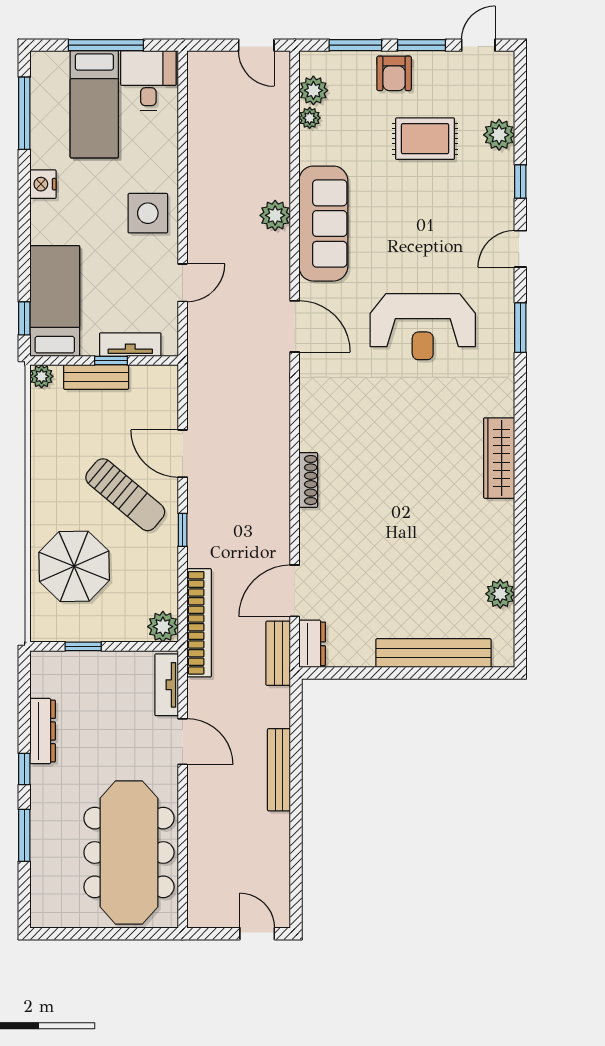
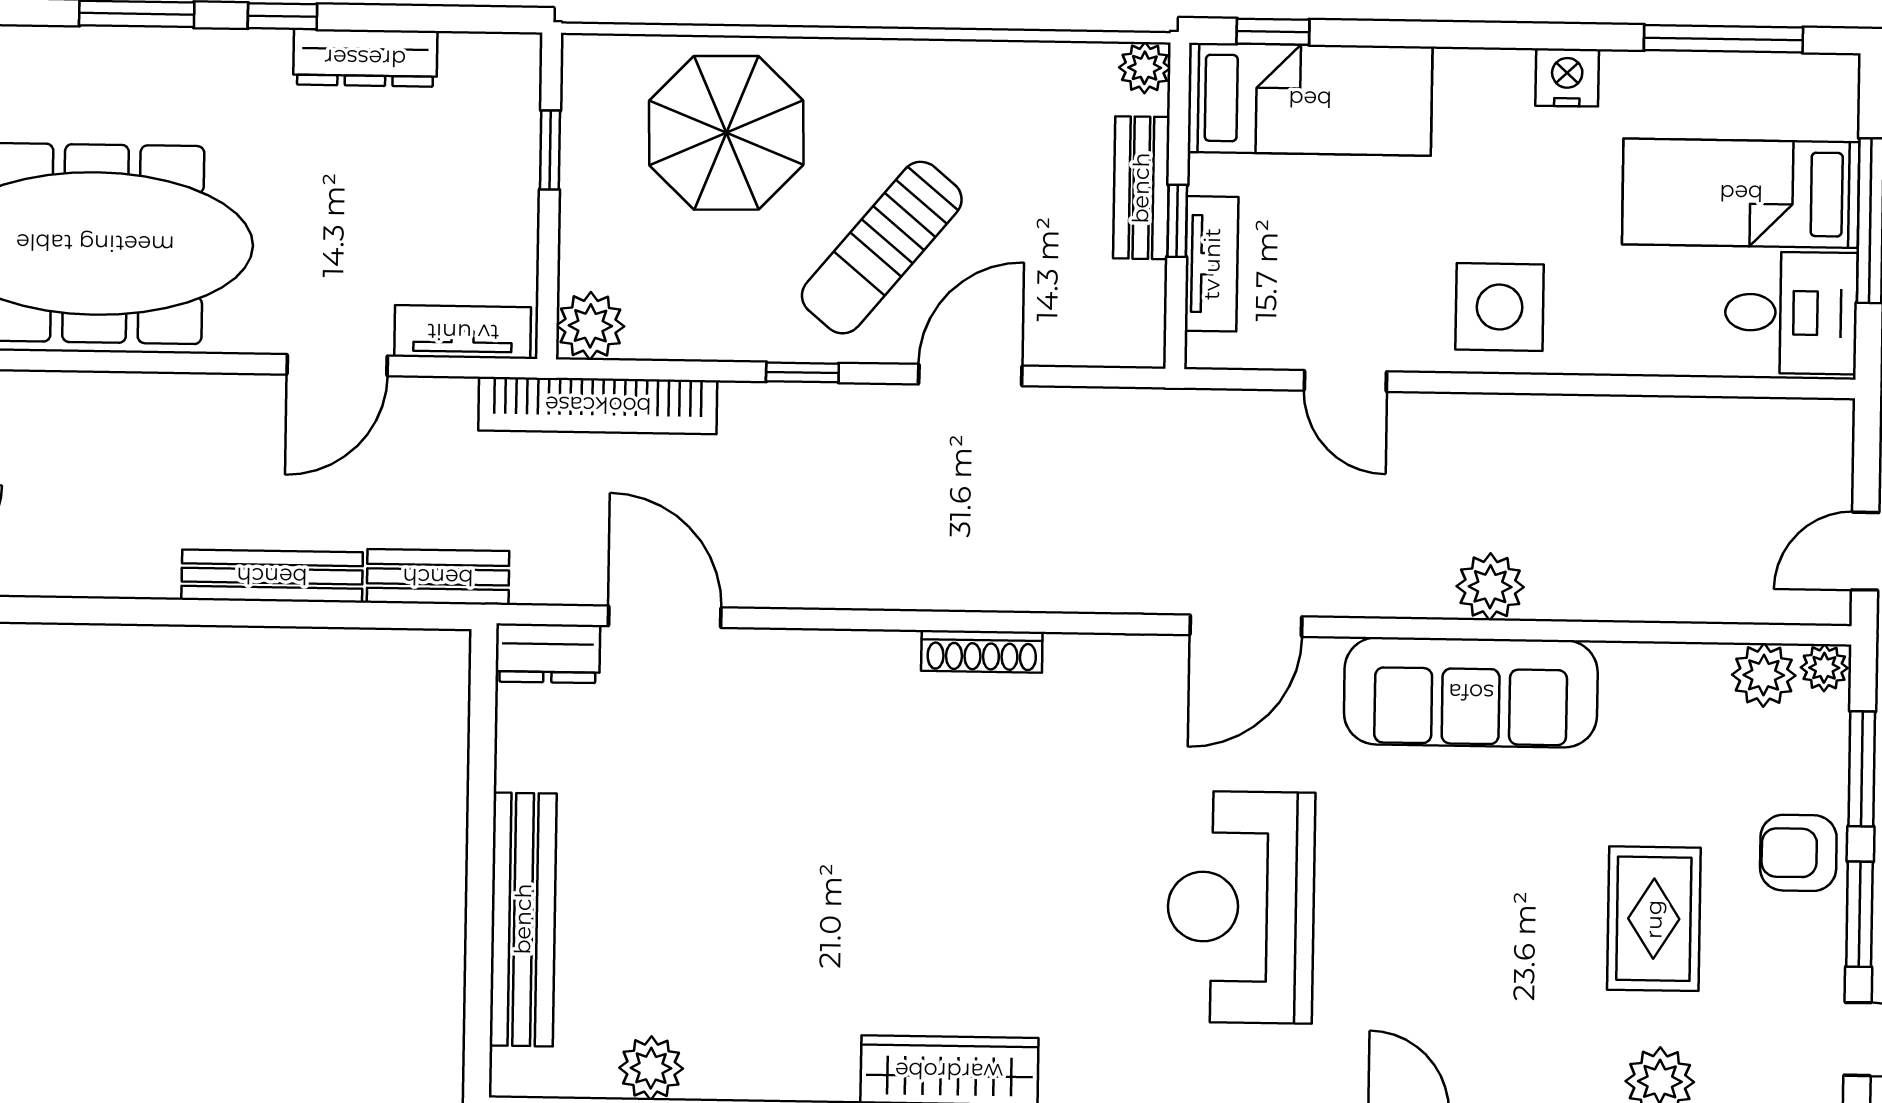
plant: (310, 118) -> (1824, 668), moved
shoe rack: (308, 480) -> (982, 651), moved
bench: (278, 653) -> (438, 577), moved

